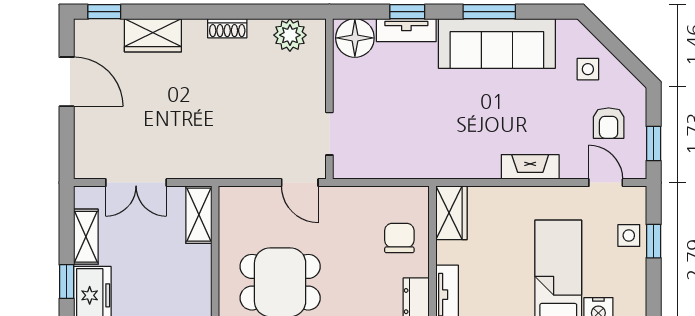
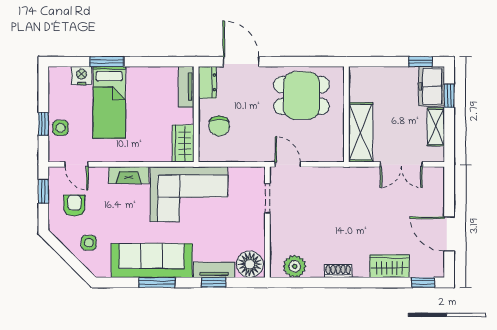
corner sofa: (443, 139) -> (189, 194), added
double door: (136, 183) -> (401, 164), swing flipped
shelving: (199, 215) -> (361, 132), width x1.50, depth x1.33

